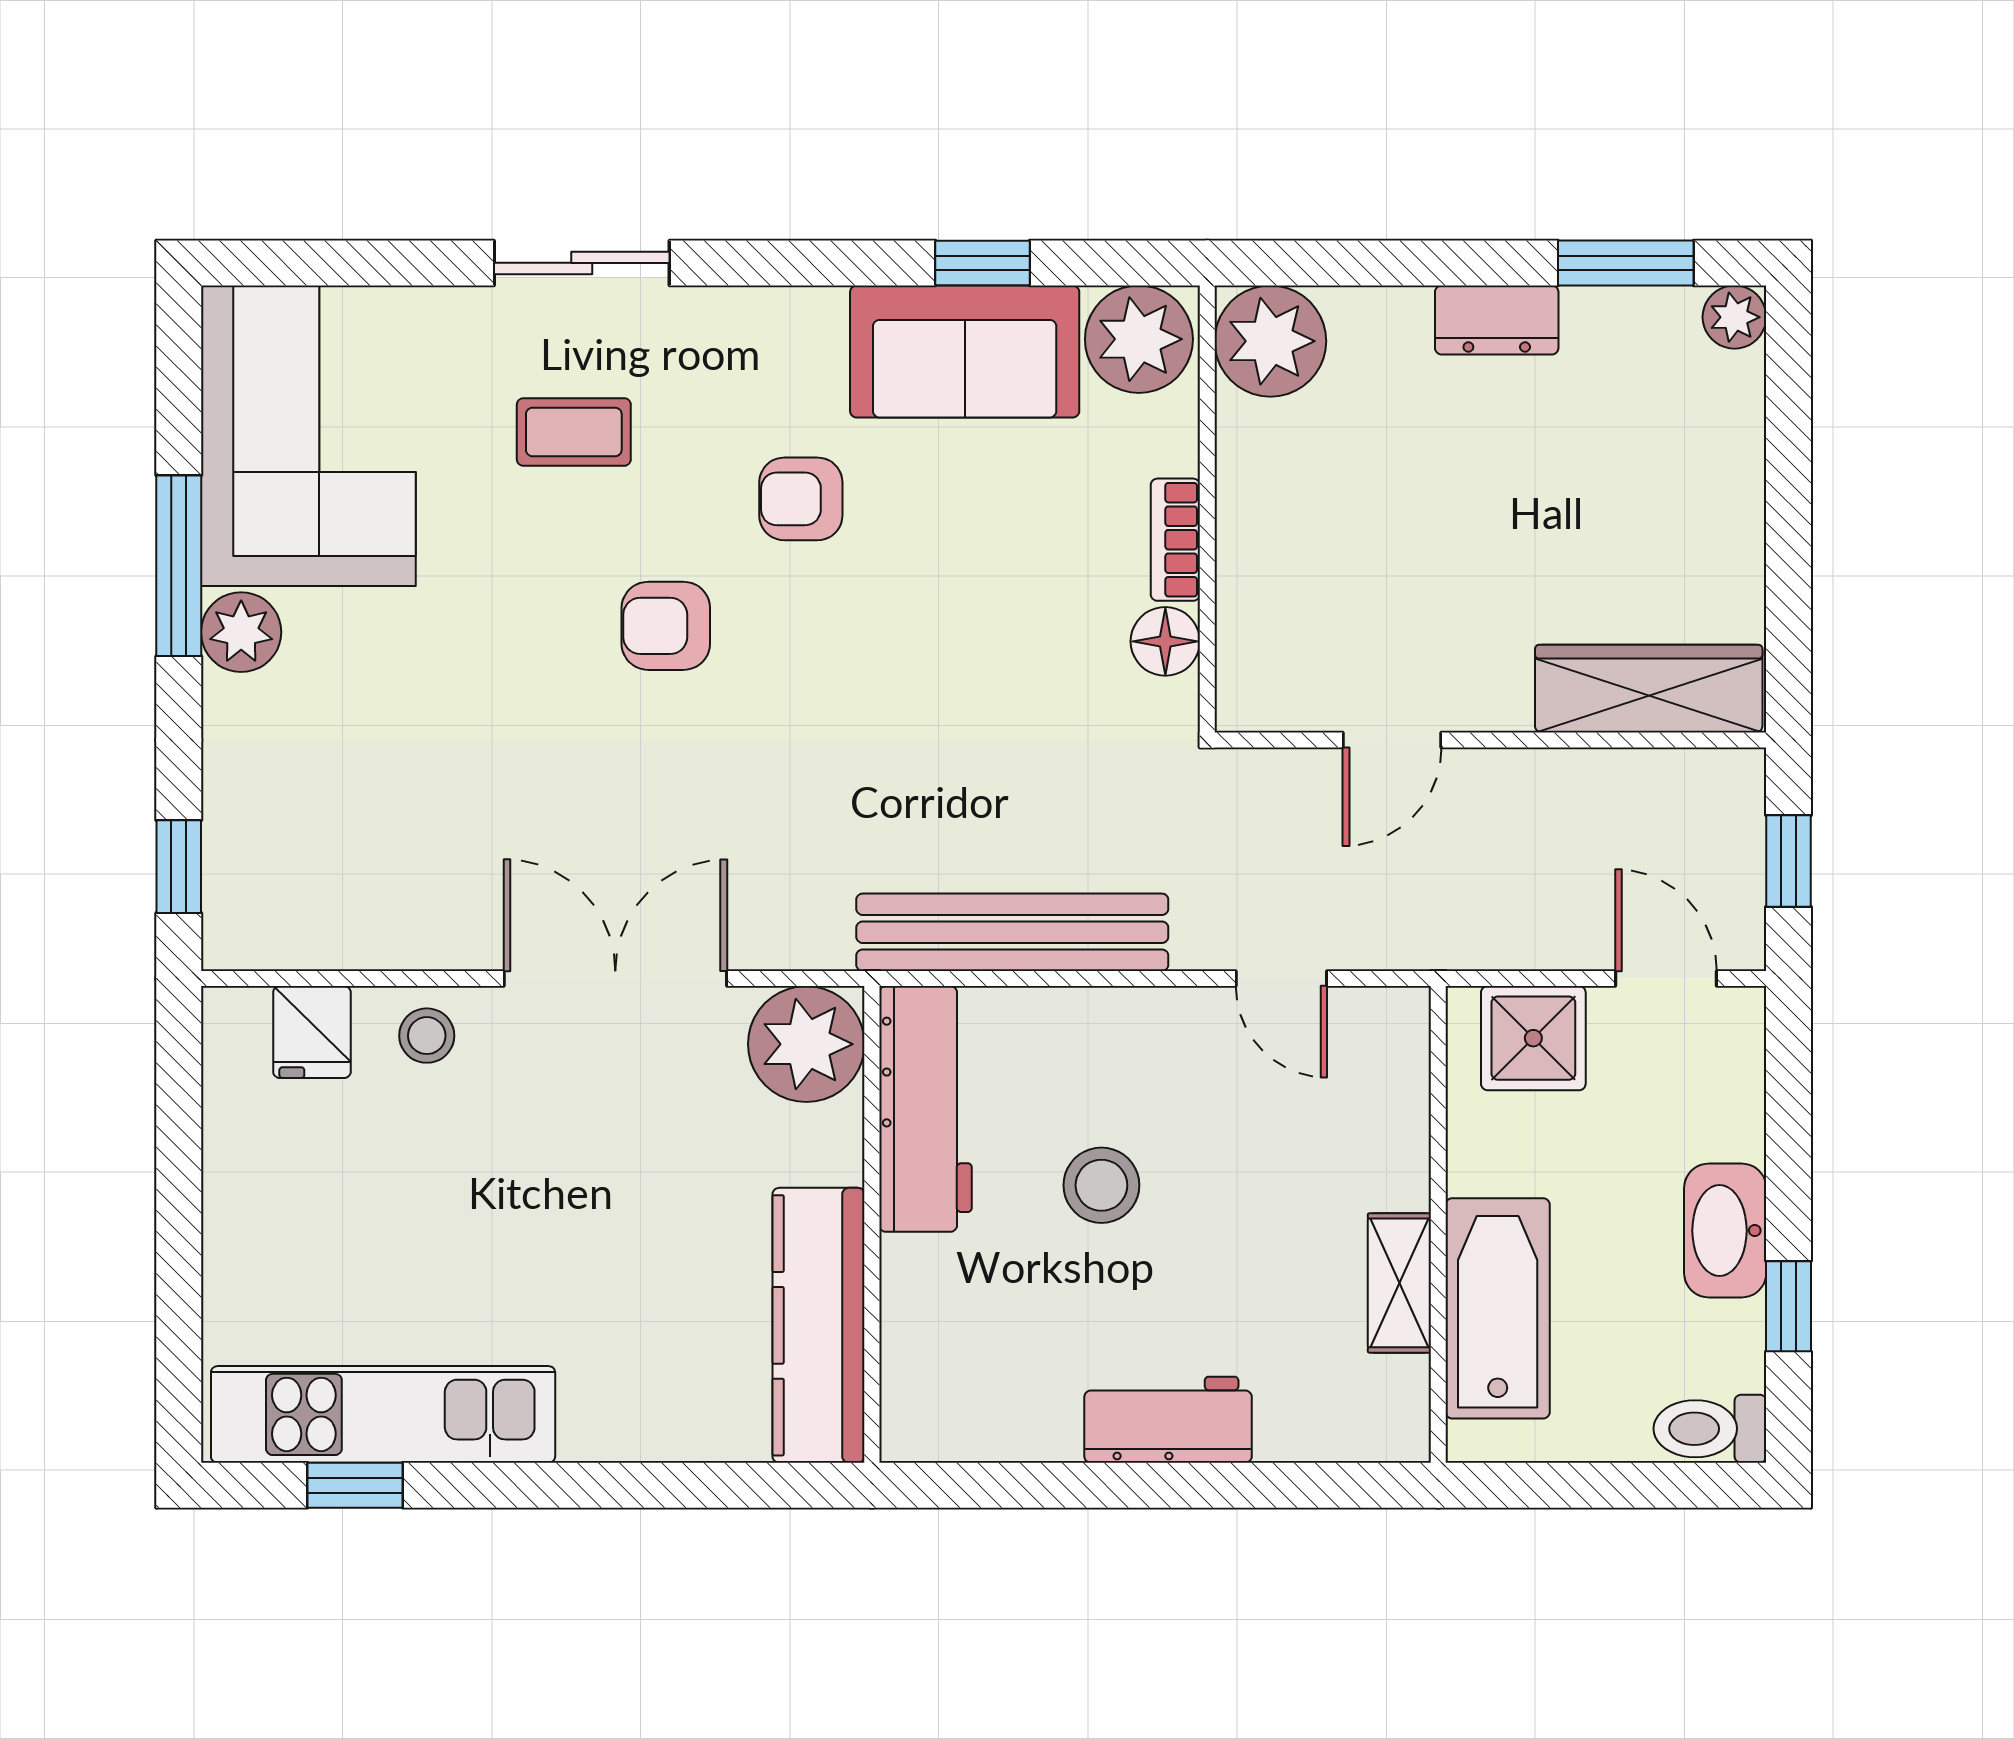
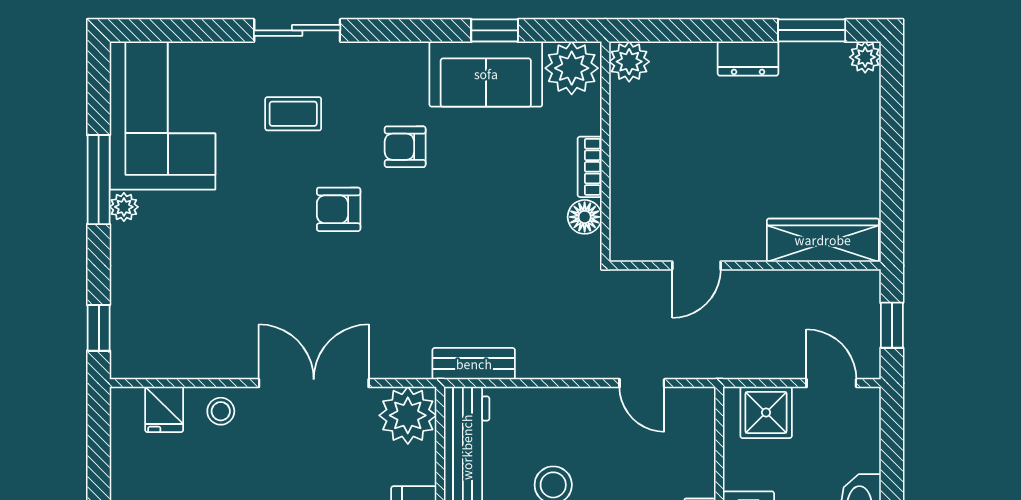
plant: (1270, 341) -> (629, 62), width x0.73, depth x0.73
plant: (241, 632) -> (124, 207), width x0.73, depth x0.73
bench: (1012, 932) -> (474, 364), width x0.54, depth x0.82

